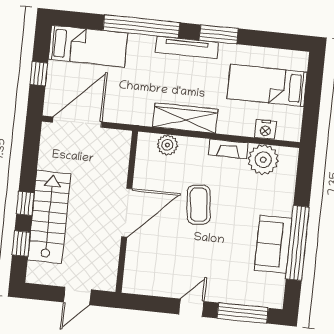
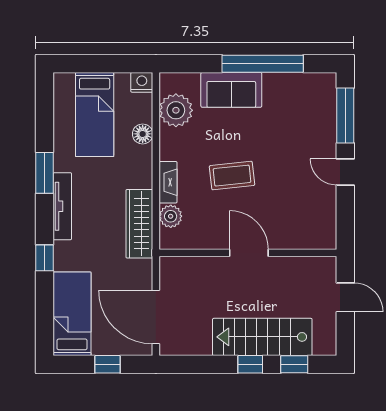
window: (141, 26) -> (45, 258), width x0.32
wardrobe: (185, 118) -> (139, 224), moved
floor lamp: (245, 127) -> (143, 134), added
nightstand: (265, 129) -> (142, 82), moved, turned -90
fireplace: (228, 149) -> (168, 182), moved
door: (127, 213) -> (249, 253), width x0.73
sofa: (273, 244) -> (231, 90), moved

